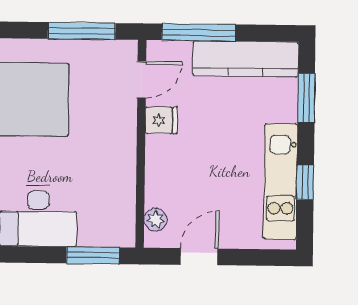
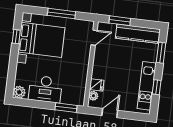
window: (82, 31) -> (61, 14), moved
window: (199, 32) -> (120, 21), width x0.69
fridge: (161, 120) -> (97, 85), moved

